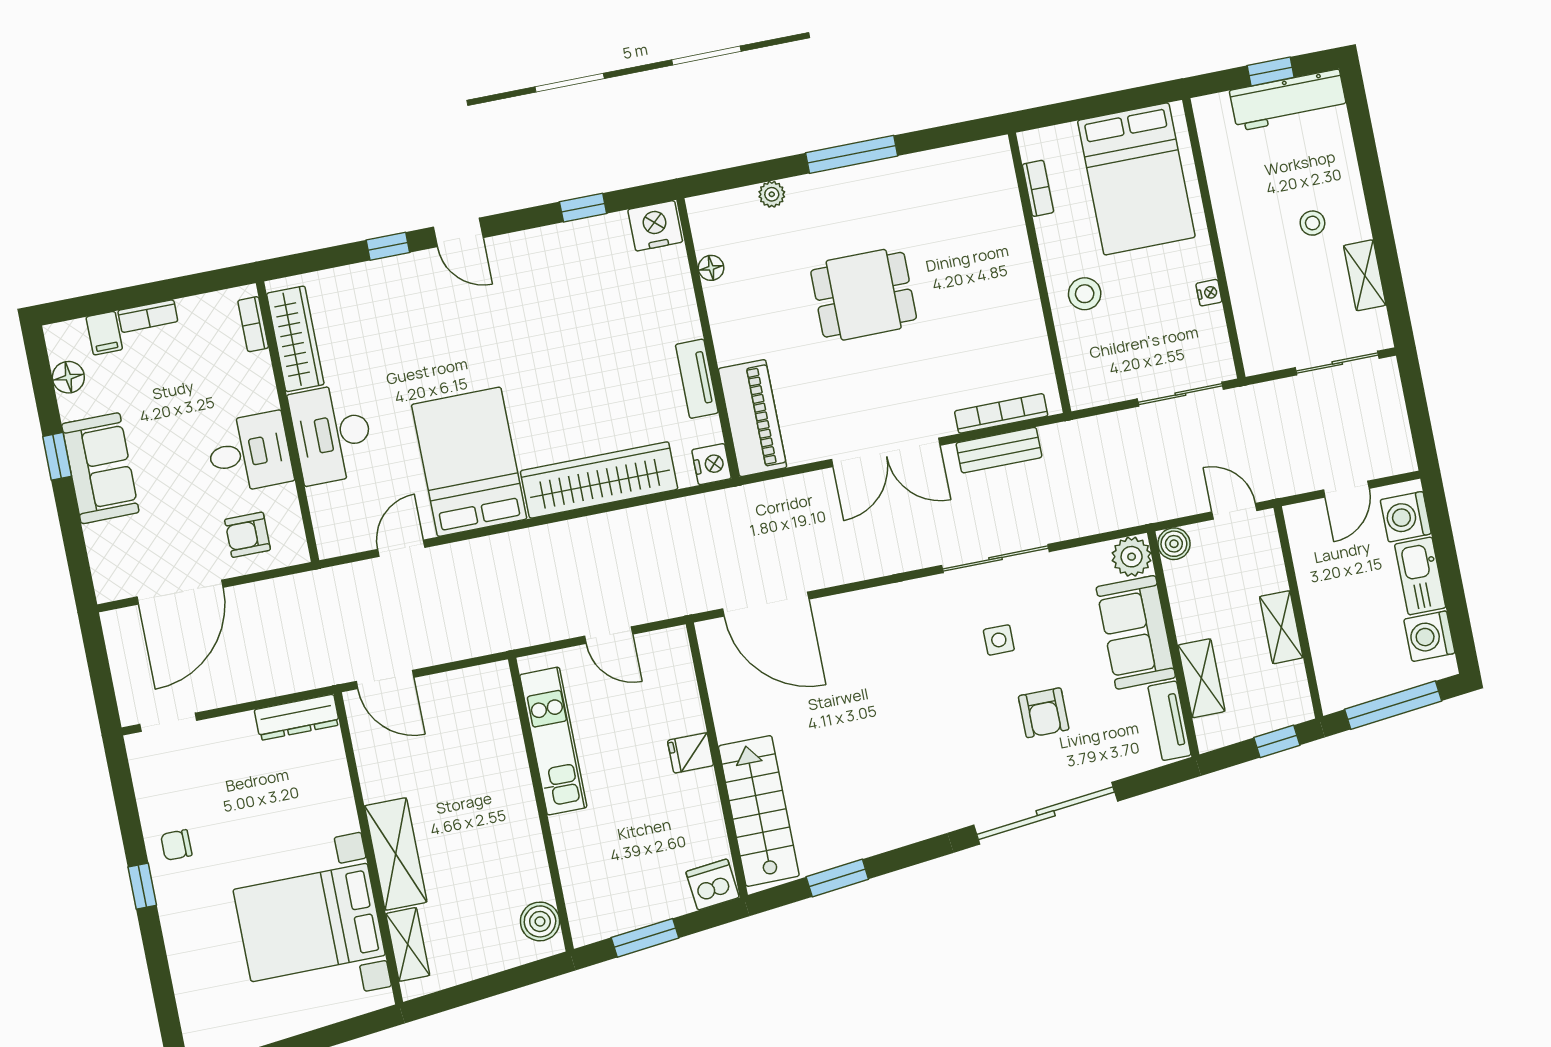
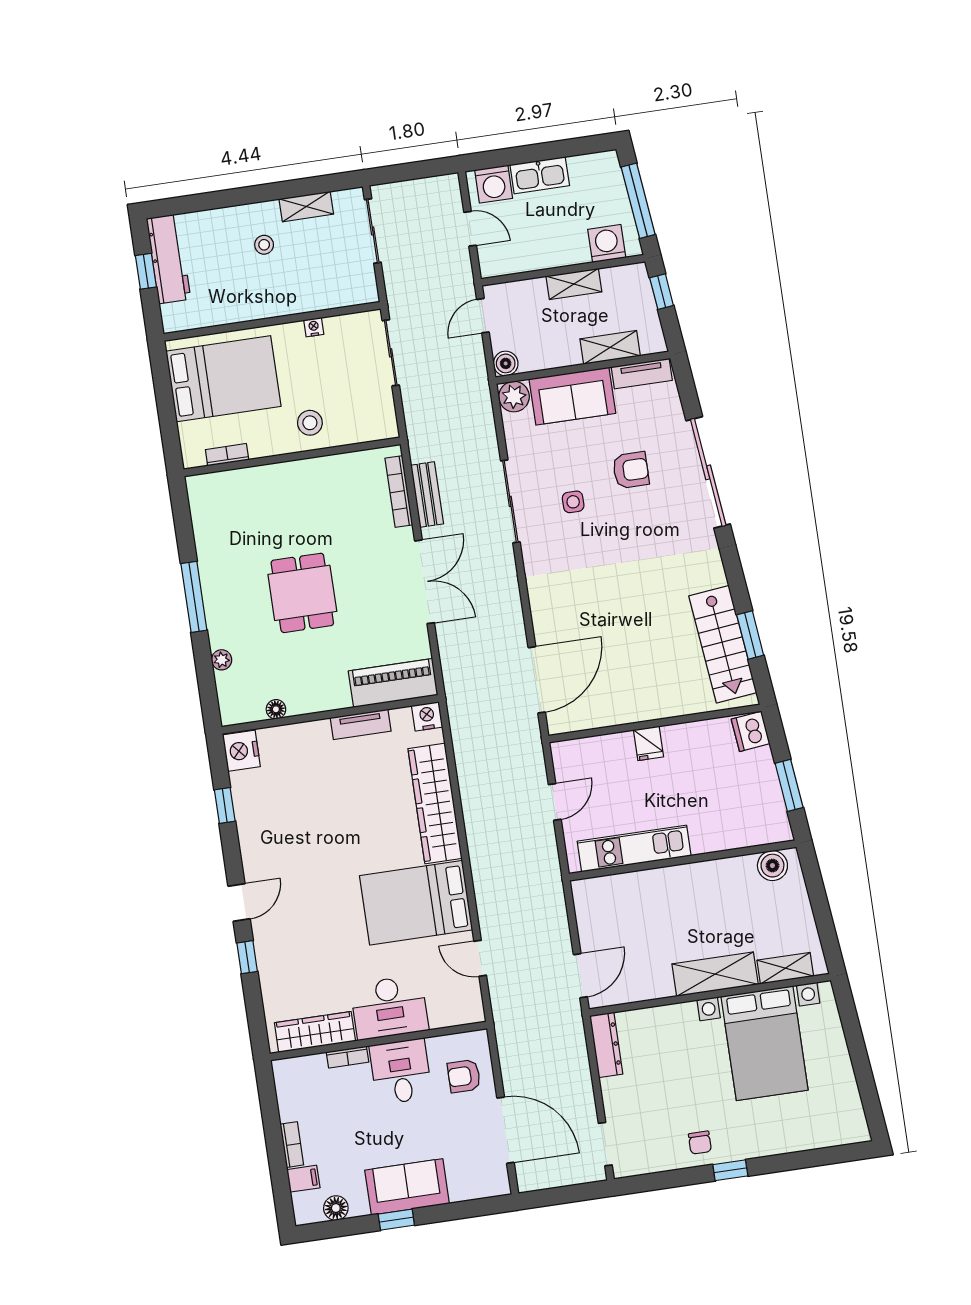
bookcase: (253, 324) -> (348, 1057), moved
armchair: (248, 535) -> (464, 1076), turned 90
washing machine: (1429, 636) -> (607, 244), moved, turned 180
stairs: (759, 811) -> (723, 644), moved, turned -96

